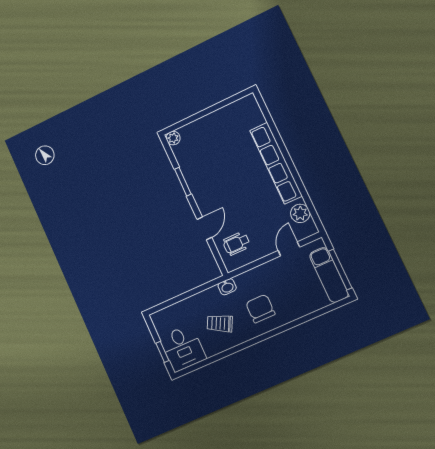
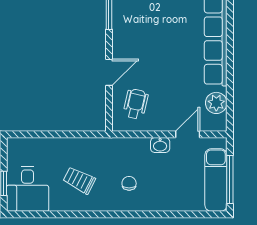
wheelchair: (237, 243) -> (136, 104), turned 103
washbasin: (227, 287) -> (160, 145), moved
chair: (260, 309) -> (129, 183), width x0.54, depth x0.54

